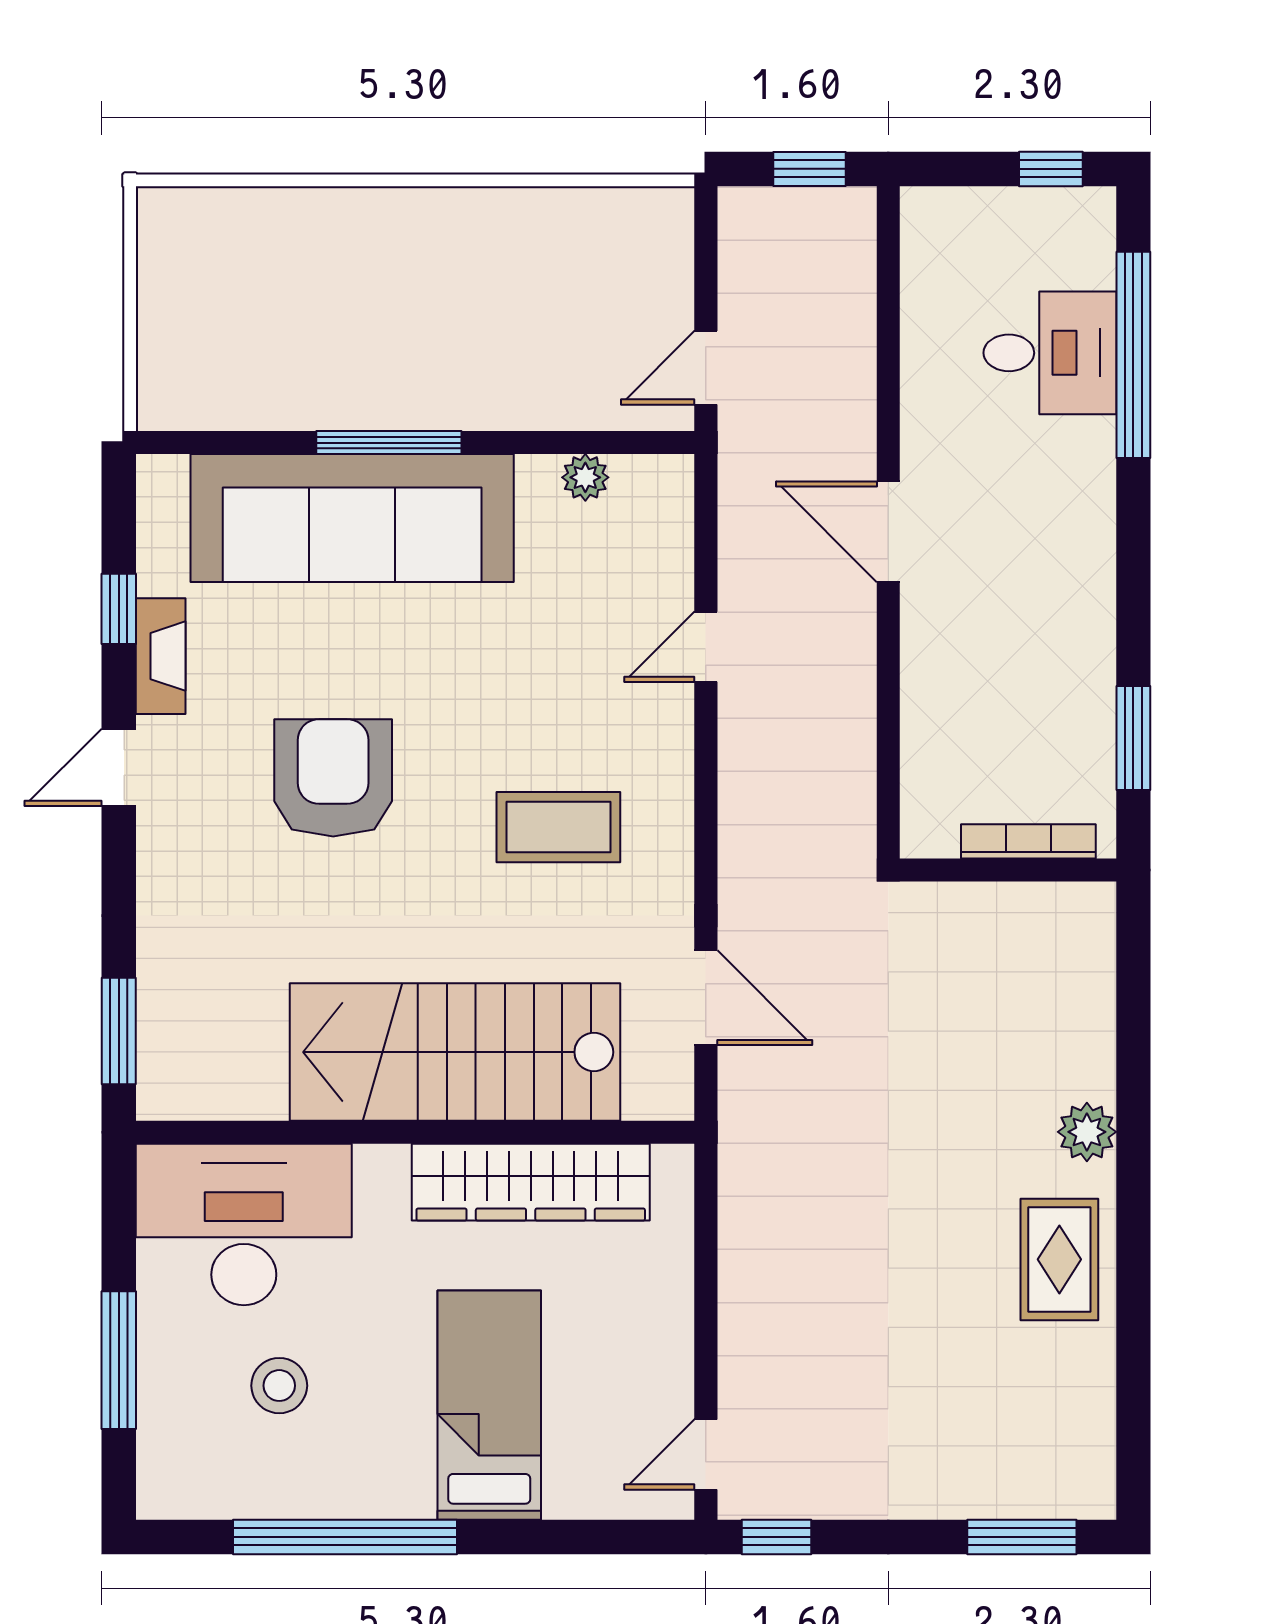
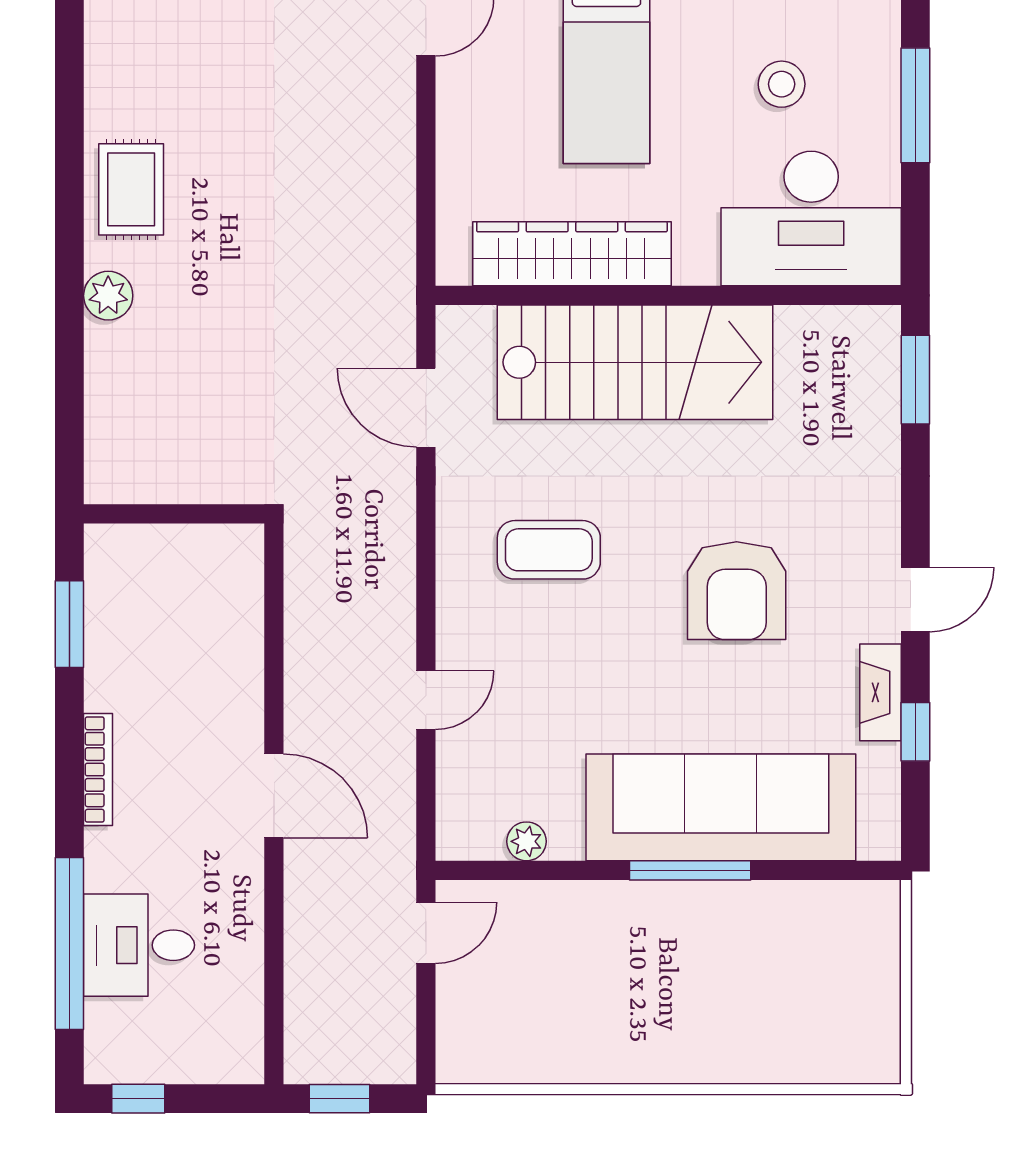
bookcase: (1028, 841) -> (98, 770), moved, turned -90

